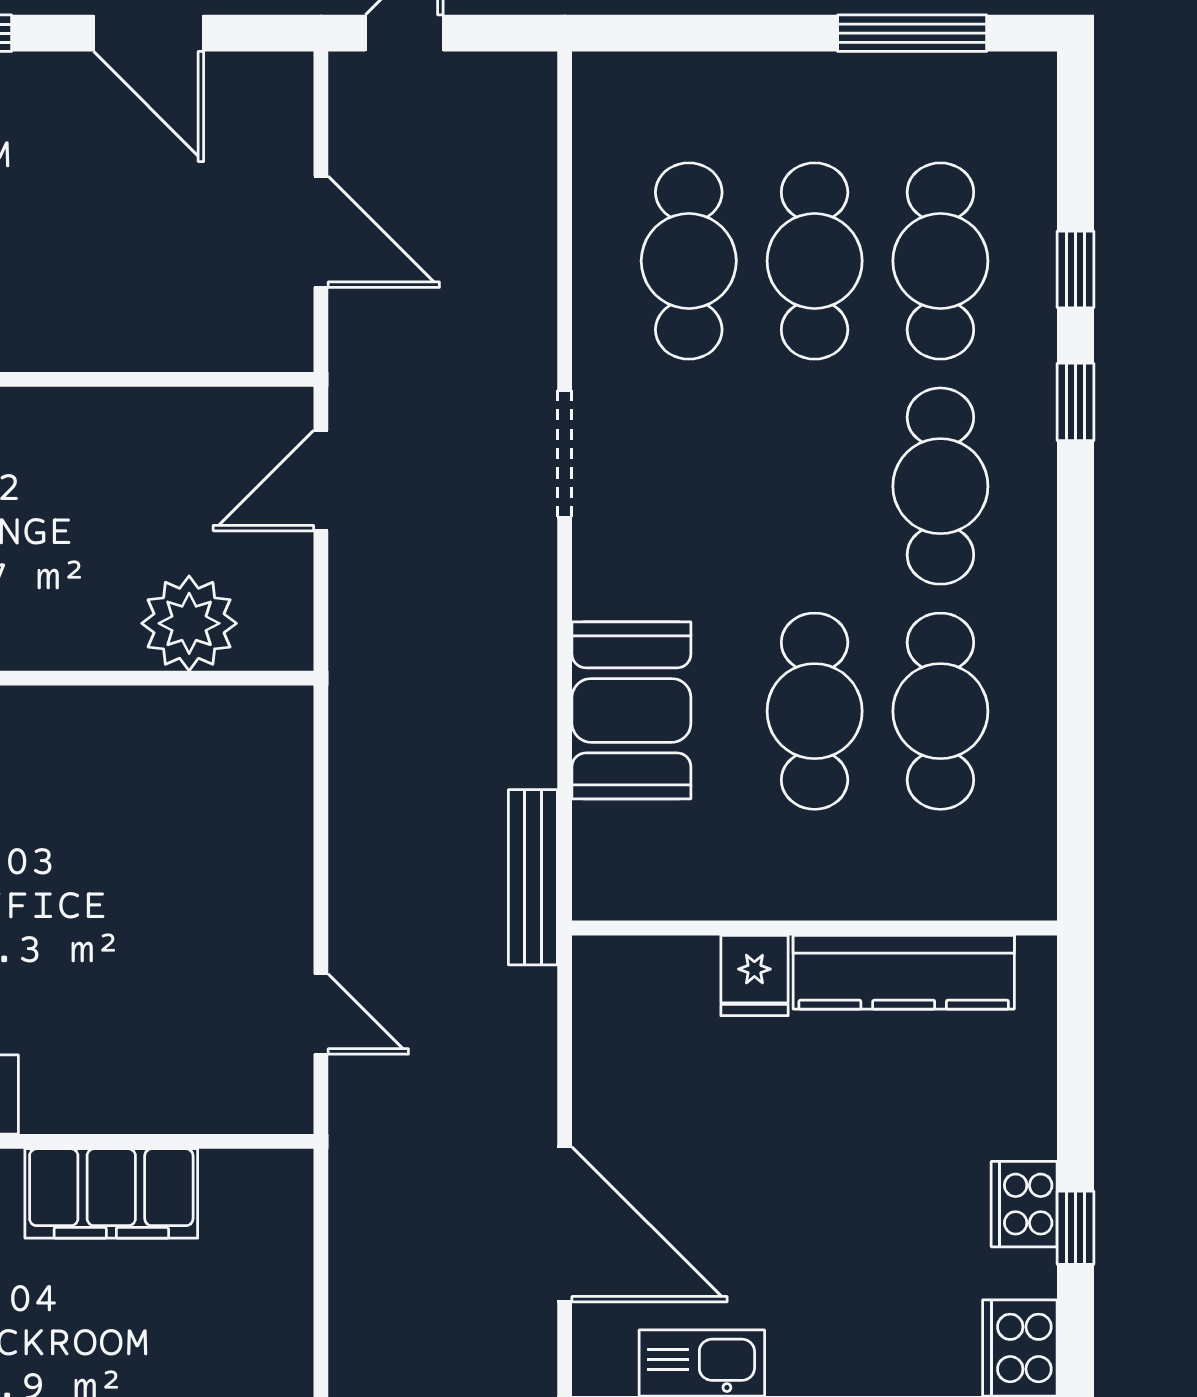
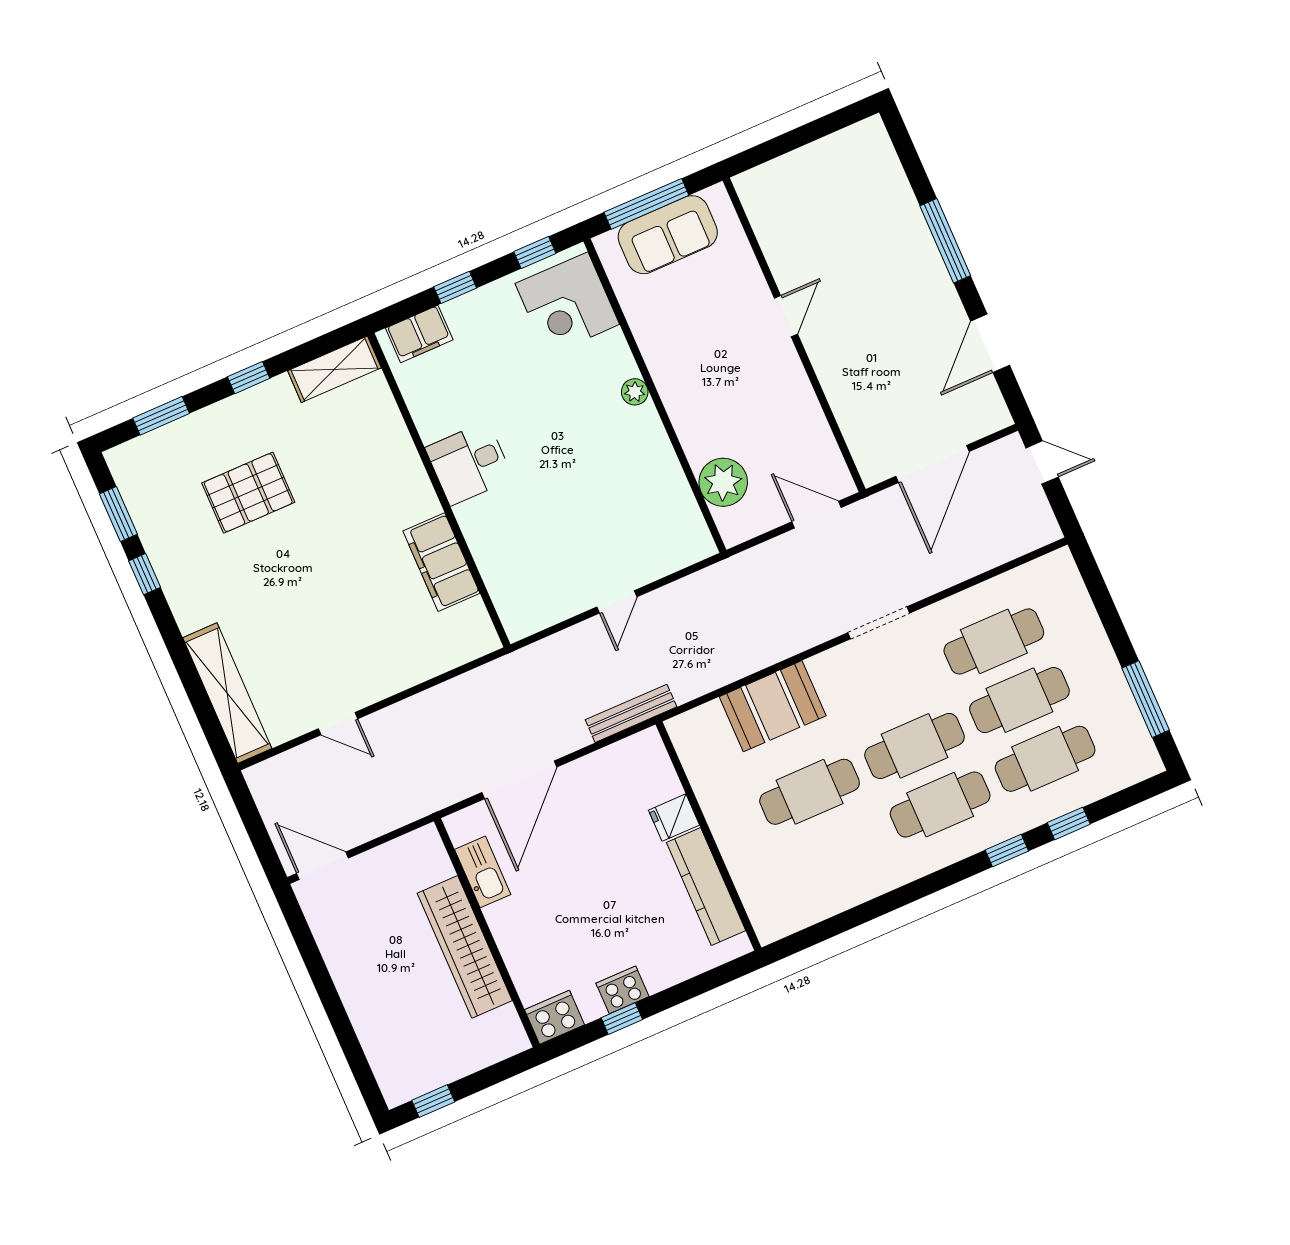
door: (321, 232) -> (933, 464), width x1.36
cafe table: (940, 711) -> (915, 746), moved
bench: (533, 877) -> (631, 713), moved
door: (321, 1014) -> (617, 602), moved

